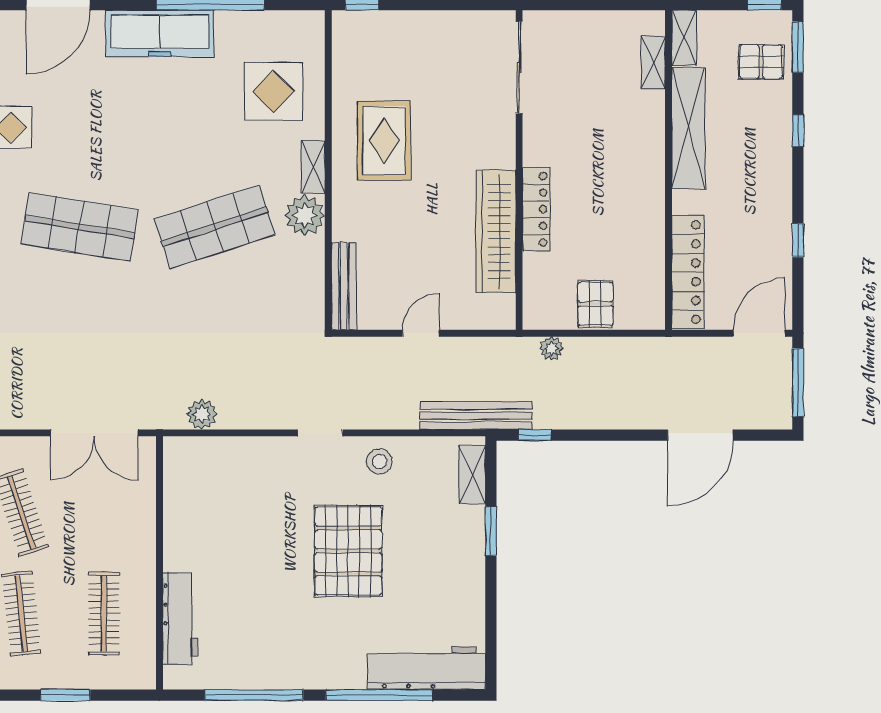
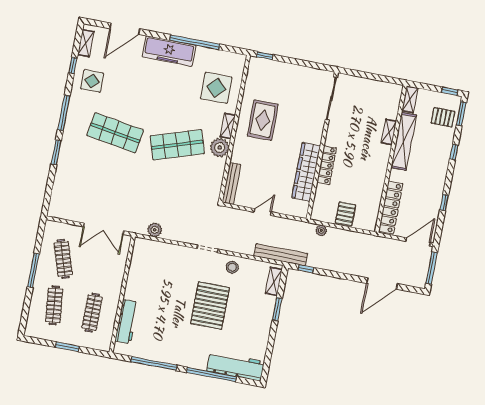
shelving: (653, 62) -> (389, 132), moved

